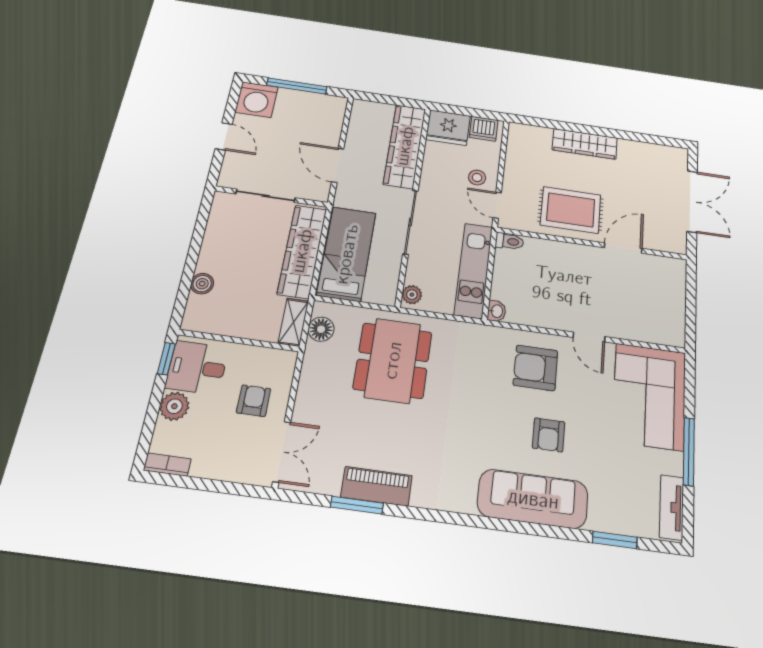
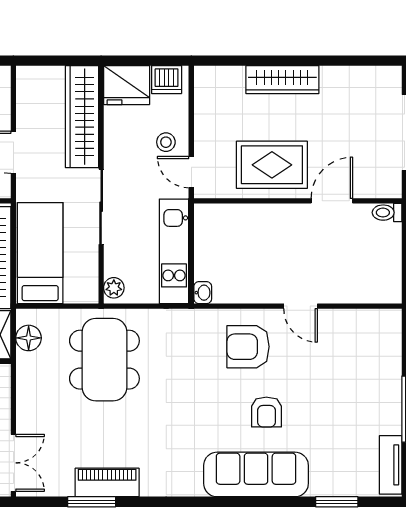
toilet: (509, 241) -> (387, 213), moved, turned 180
corner sofa: (649, 396) -> (366, 359), removed

